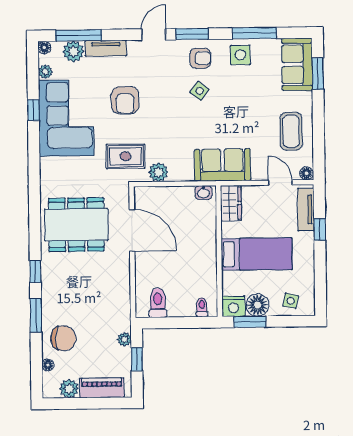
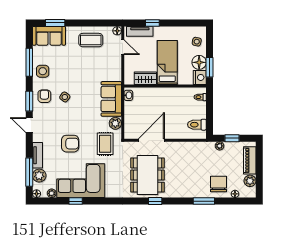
sofa: (222, 165) -> (111, 99), moved
door: (280, 183) -> (123, 47), swing flipped
wardrobe: (231, 203) -> (145, 78), moved
window: (35, 272) -> (155, 201), moved

